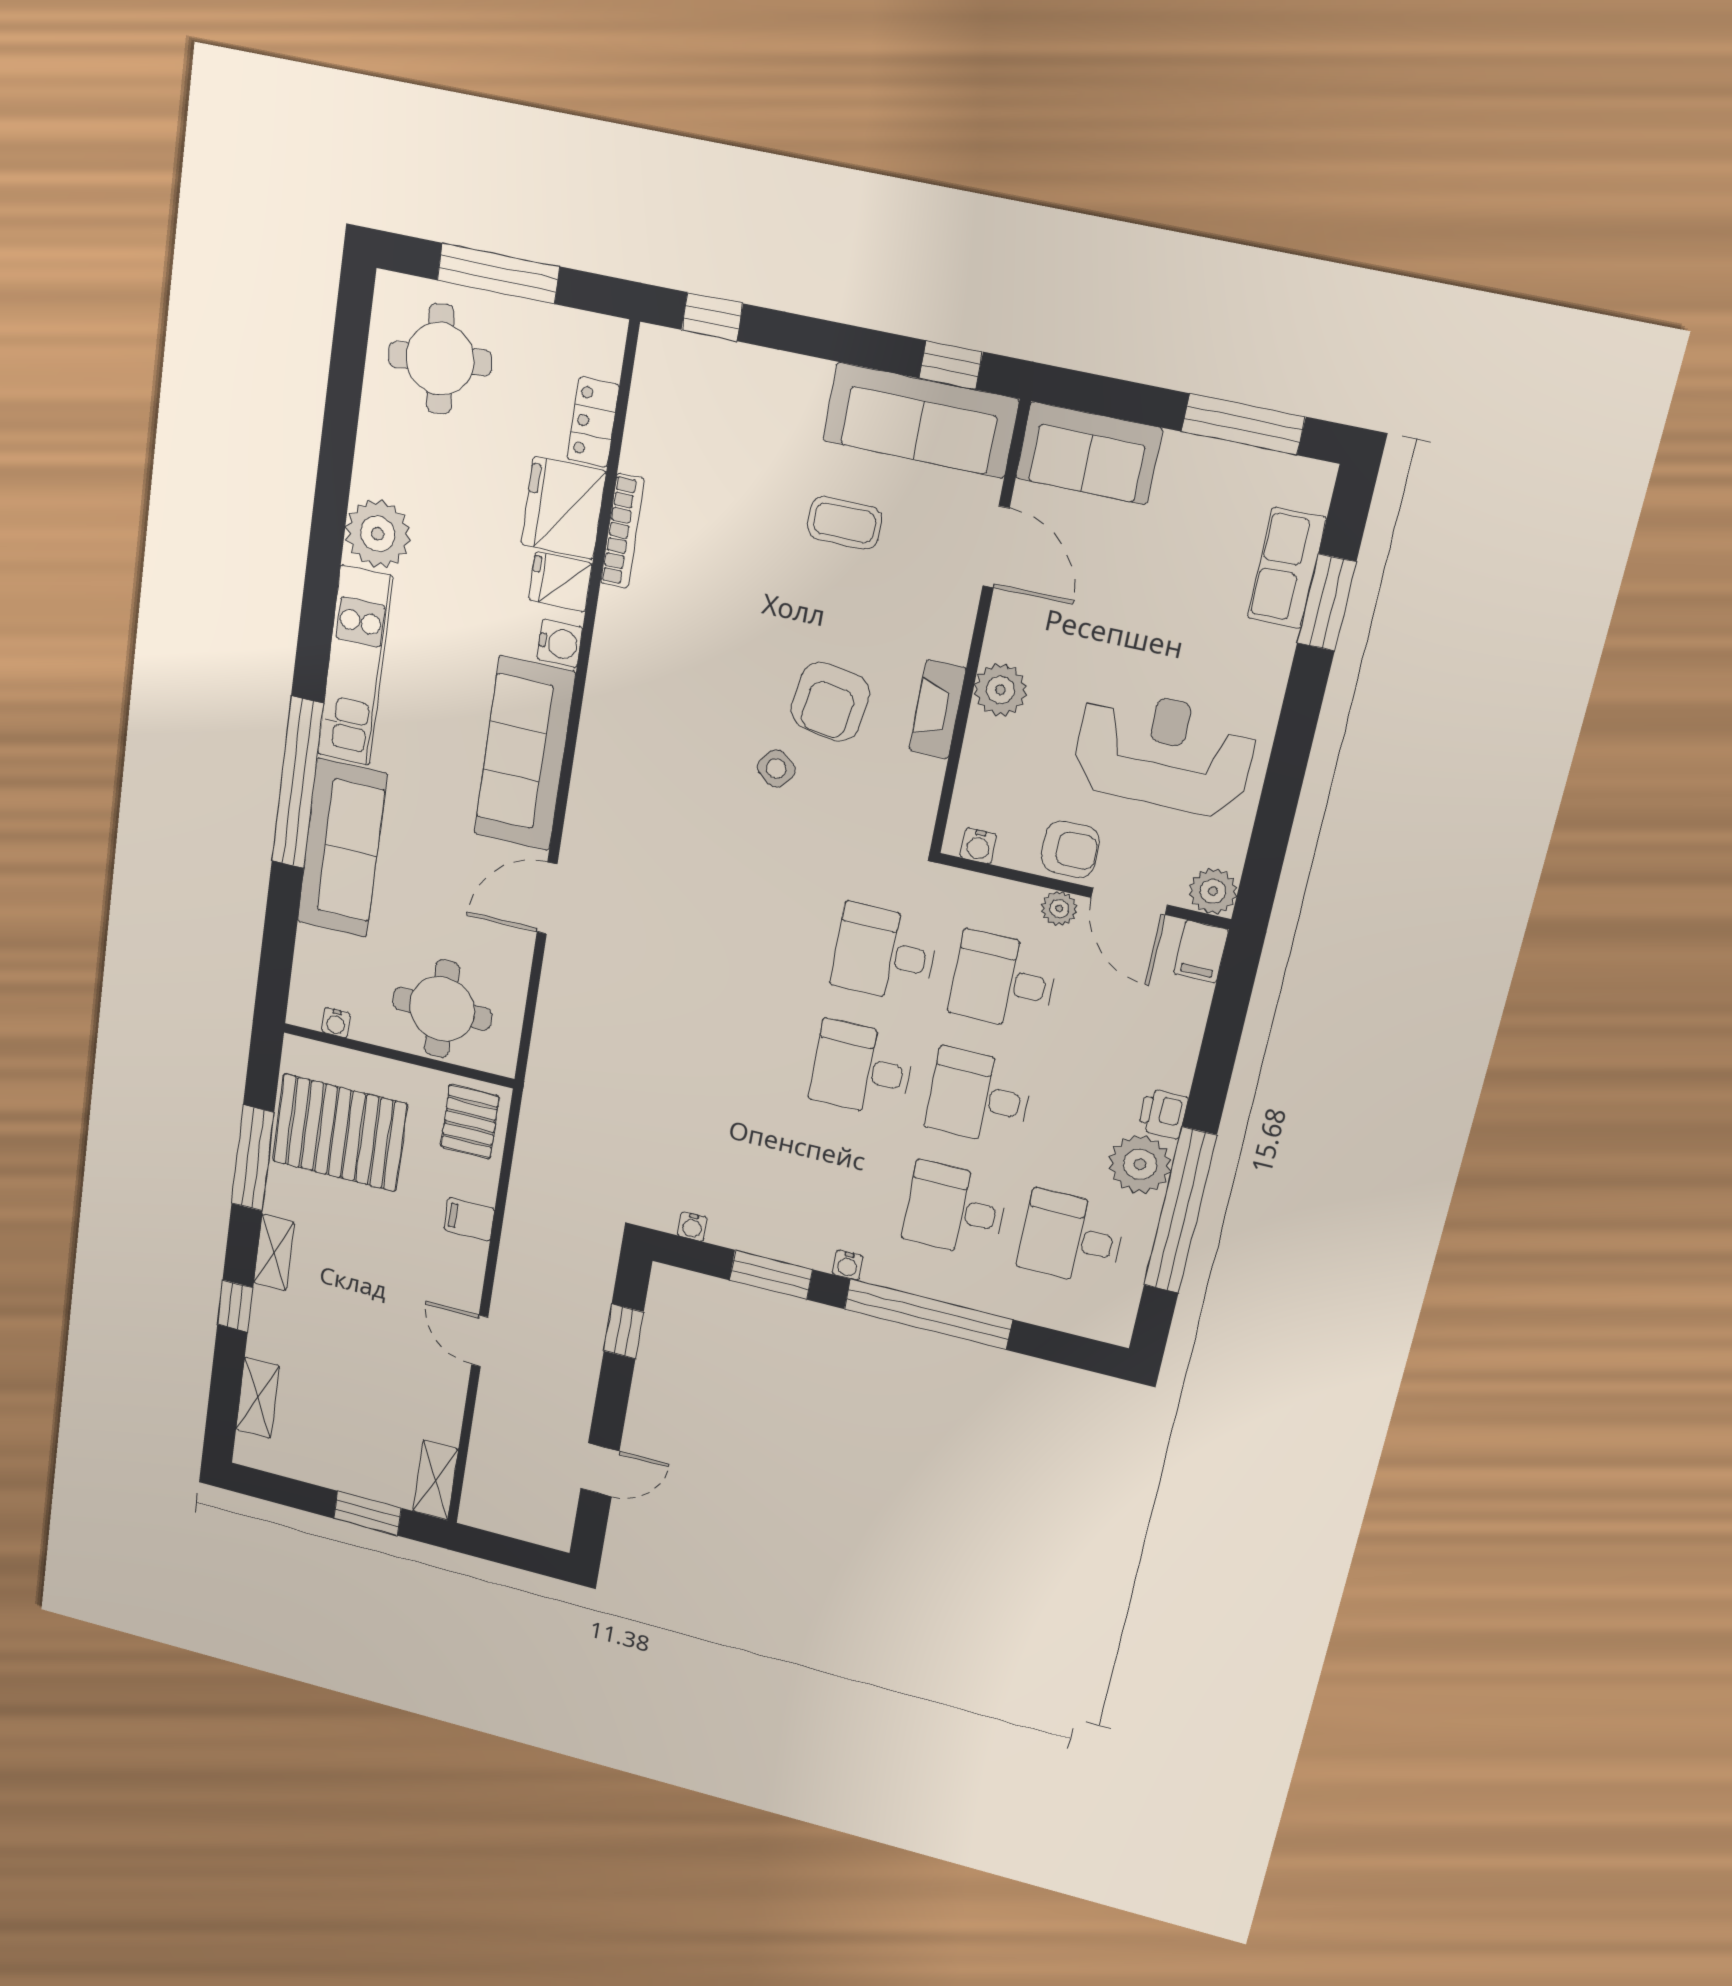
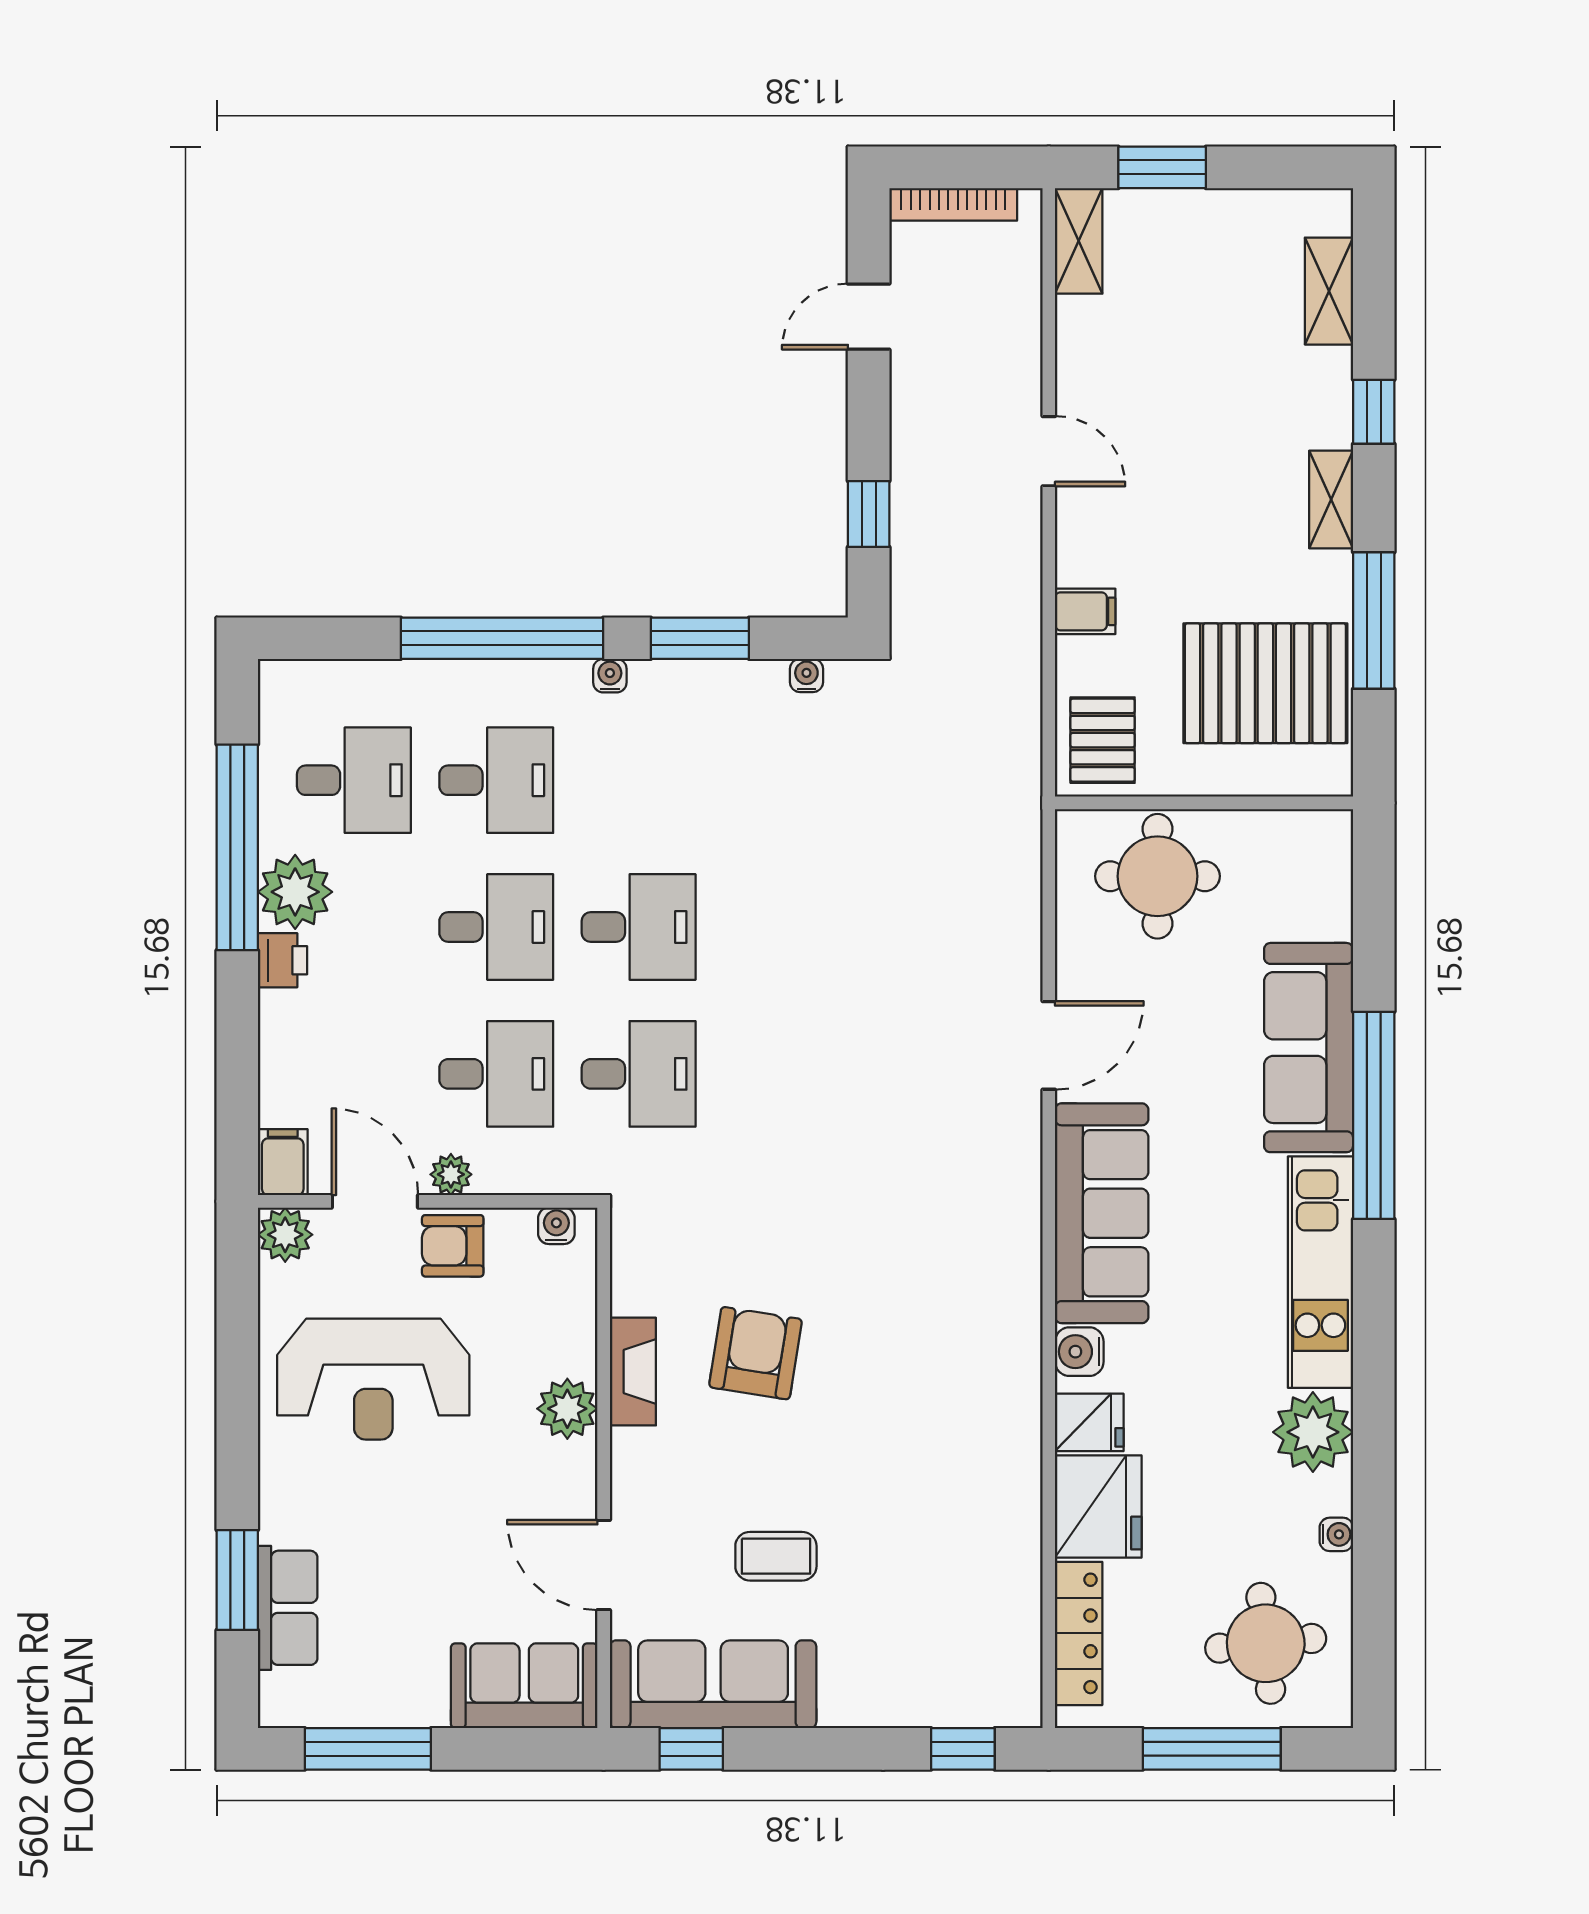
locker: (593, 422) -> (1079, 1633), width x1.53
bookcase: (622, 531) -> (953, 204), moved, turned -90
side table: (776, 769) -> (803, 1263), removed
water cooler: (336, 1023) -> (1336, 1534), moved, turned 90

